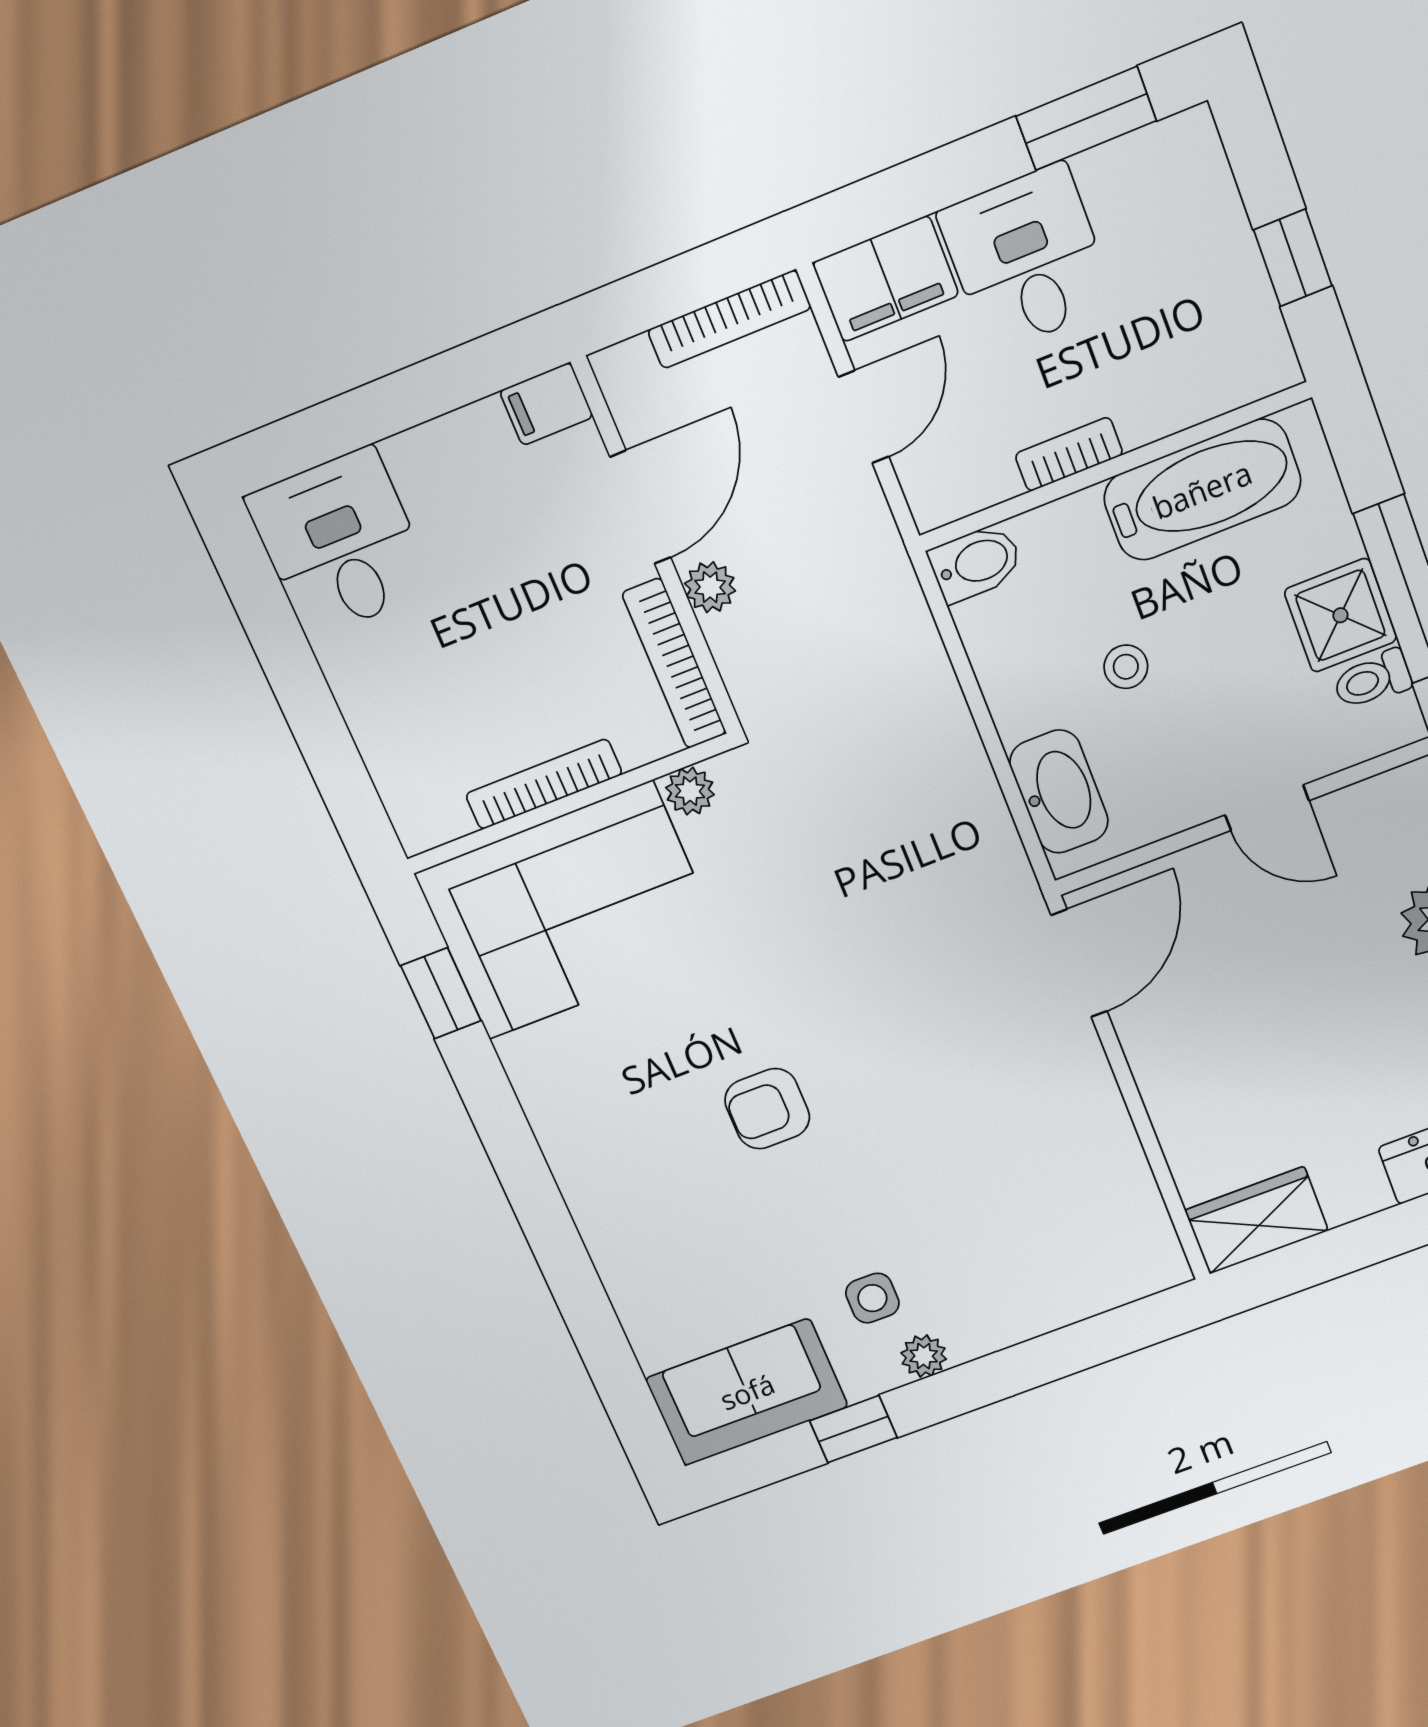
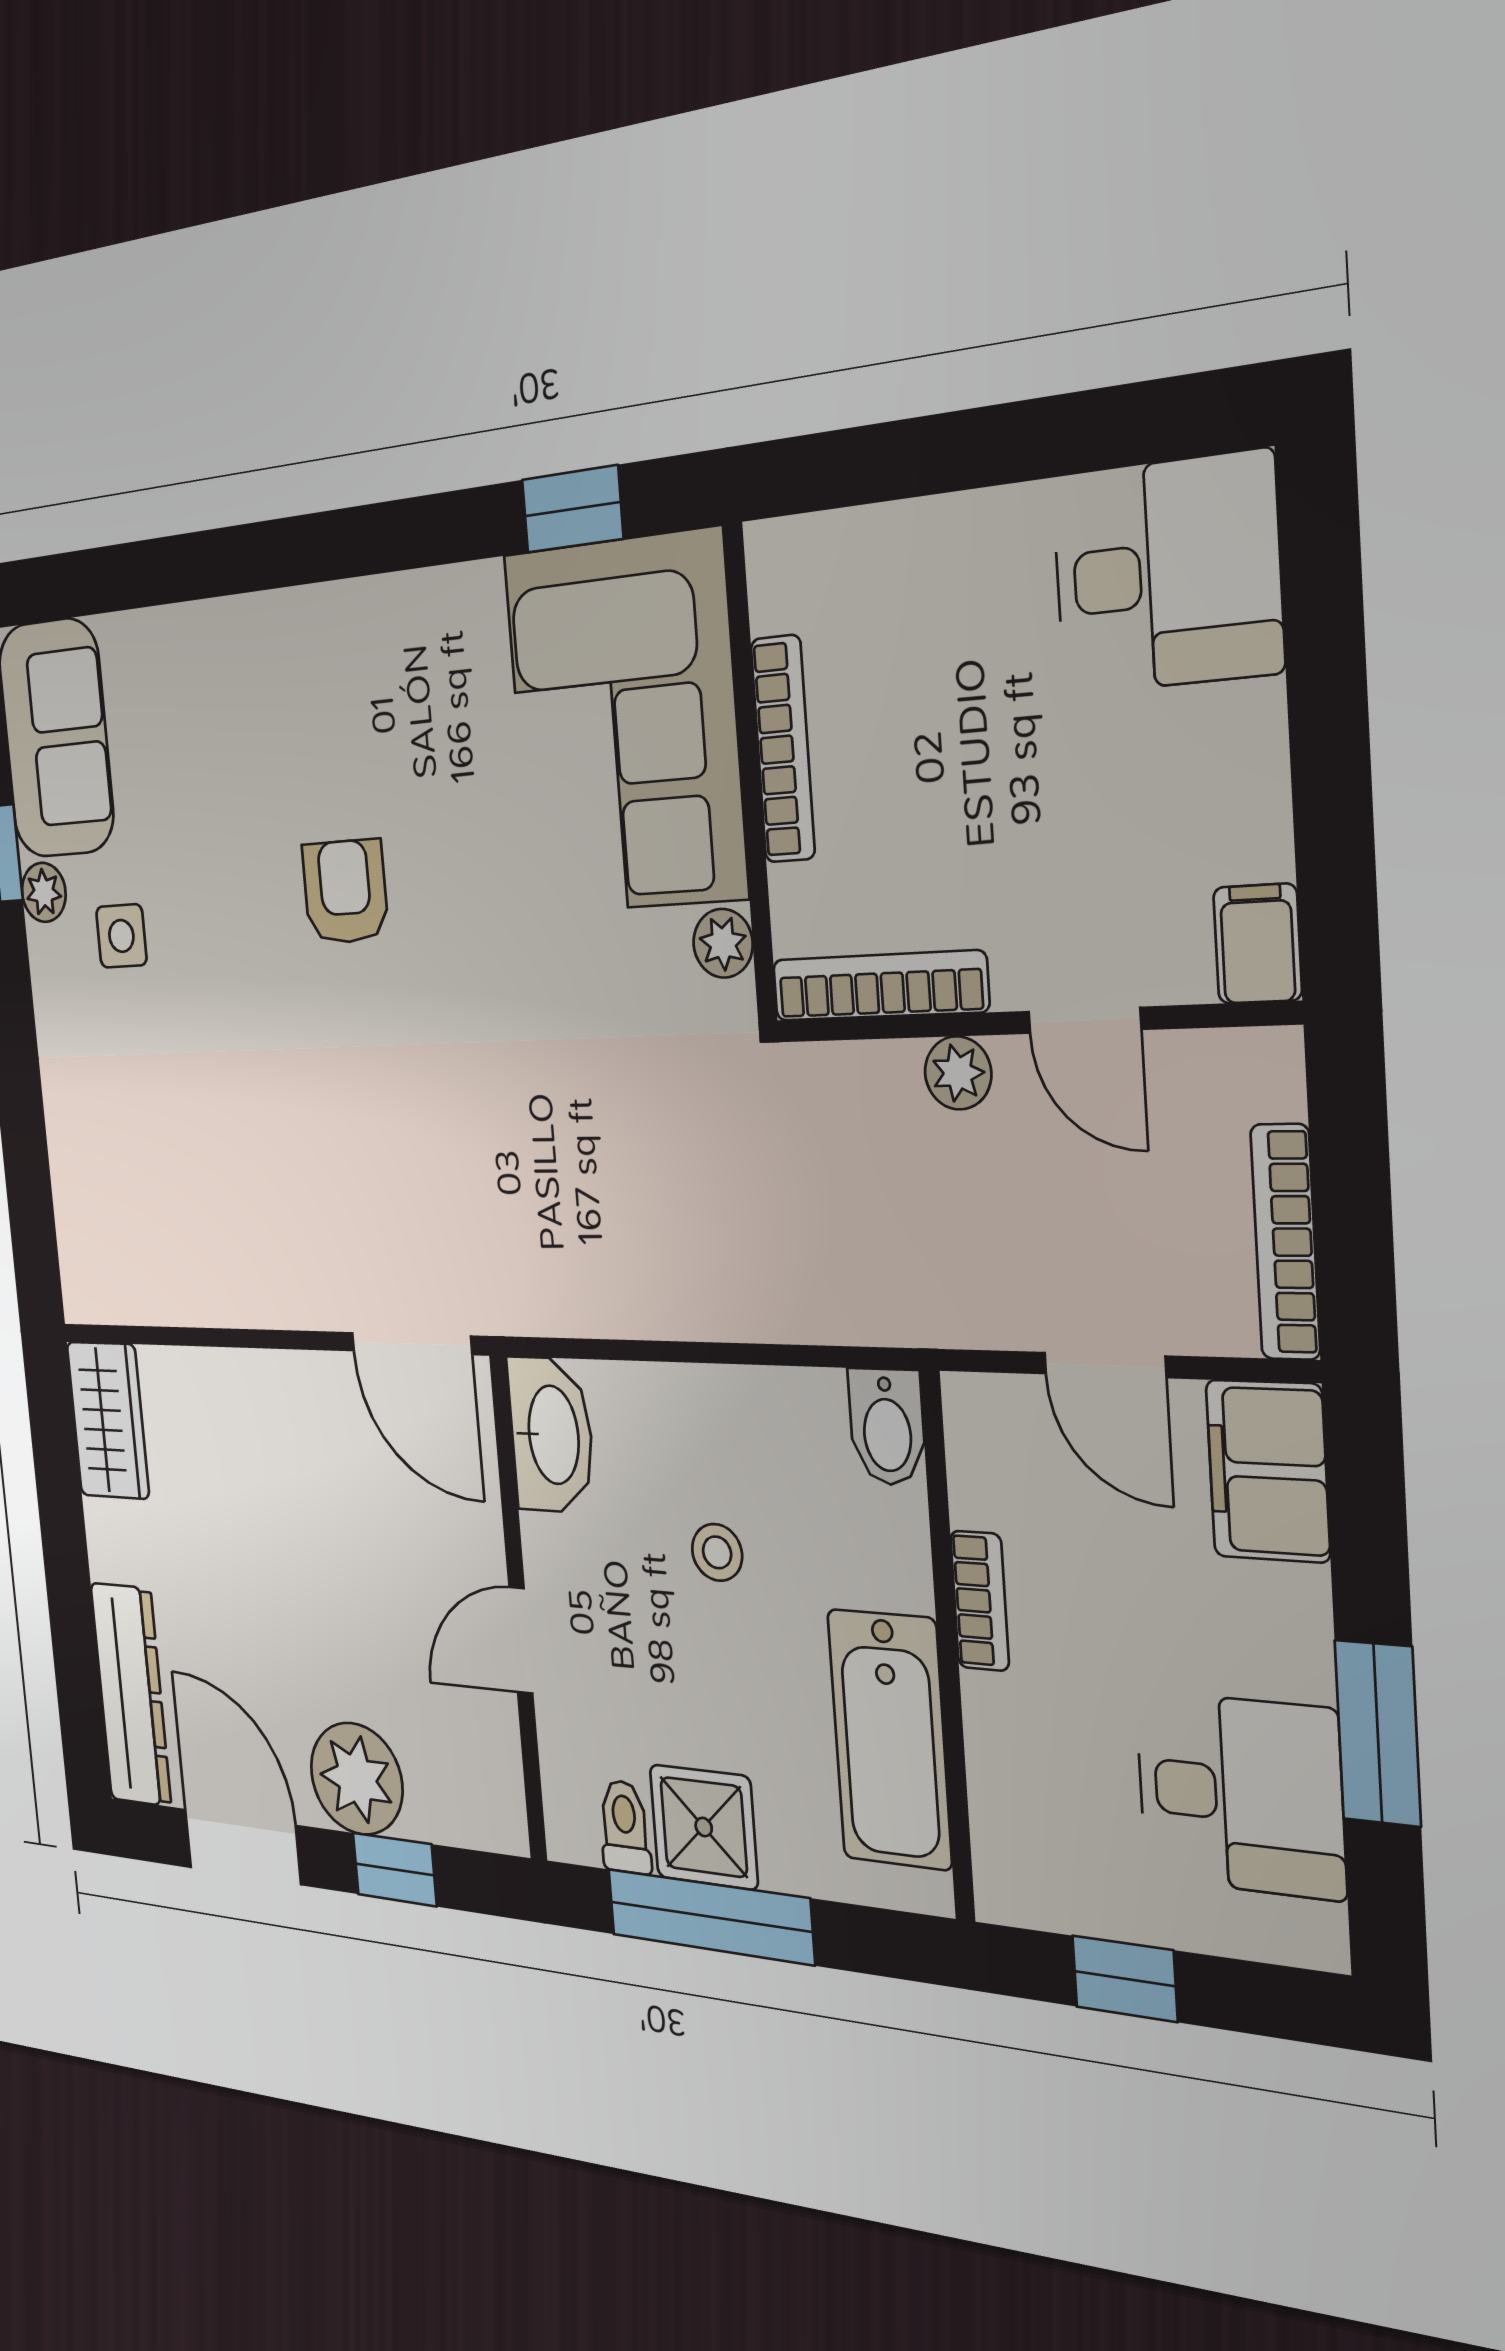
window: (1086, 118) -> (1378, 1733), moved
desk: (1027, 258) -> (1240, 1795), moved
door: (640, 507) -> (1085, 1020), width x0.73
washbasin: (1059, 792) -> (551, 1435), moved, turned -90
plant: (924, 1356) -> (44, 892), moved

